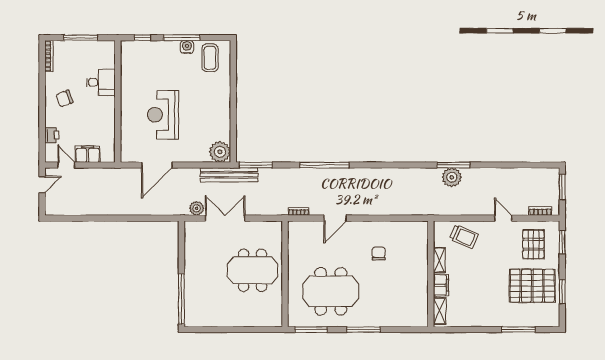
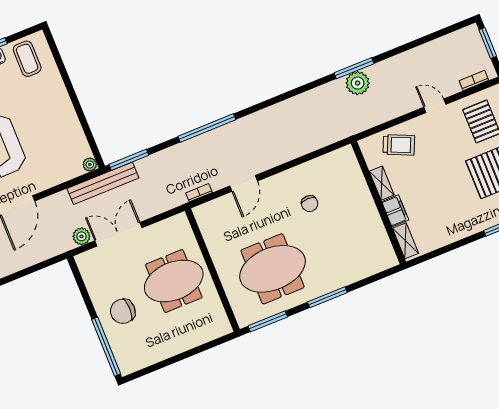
plant: (220, 152) -> (90, 165), width x0.53, depth x0.53
chair: (379, 254) -> (310, 204), turned 180
chair: (205, 277) -> (123, 311), added

